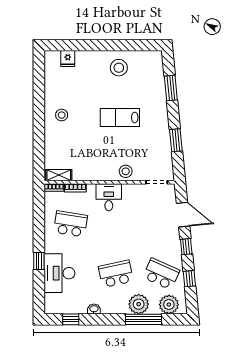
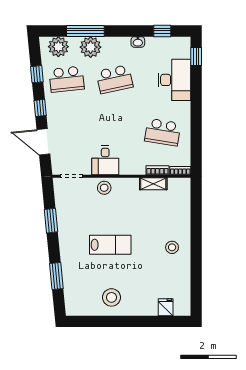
shelving: (59, 175) -> (153, 184), moved
desk: (109, 197) -> (105, 160), moved
window: (39, 261) -> (196, 57), moved
school desk: (161, 274) -> (67, 79), turned -30

